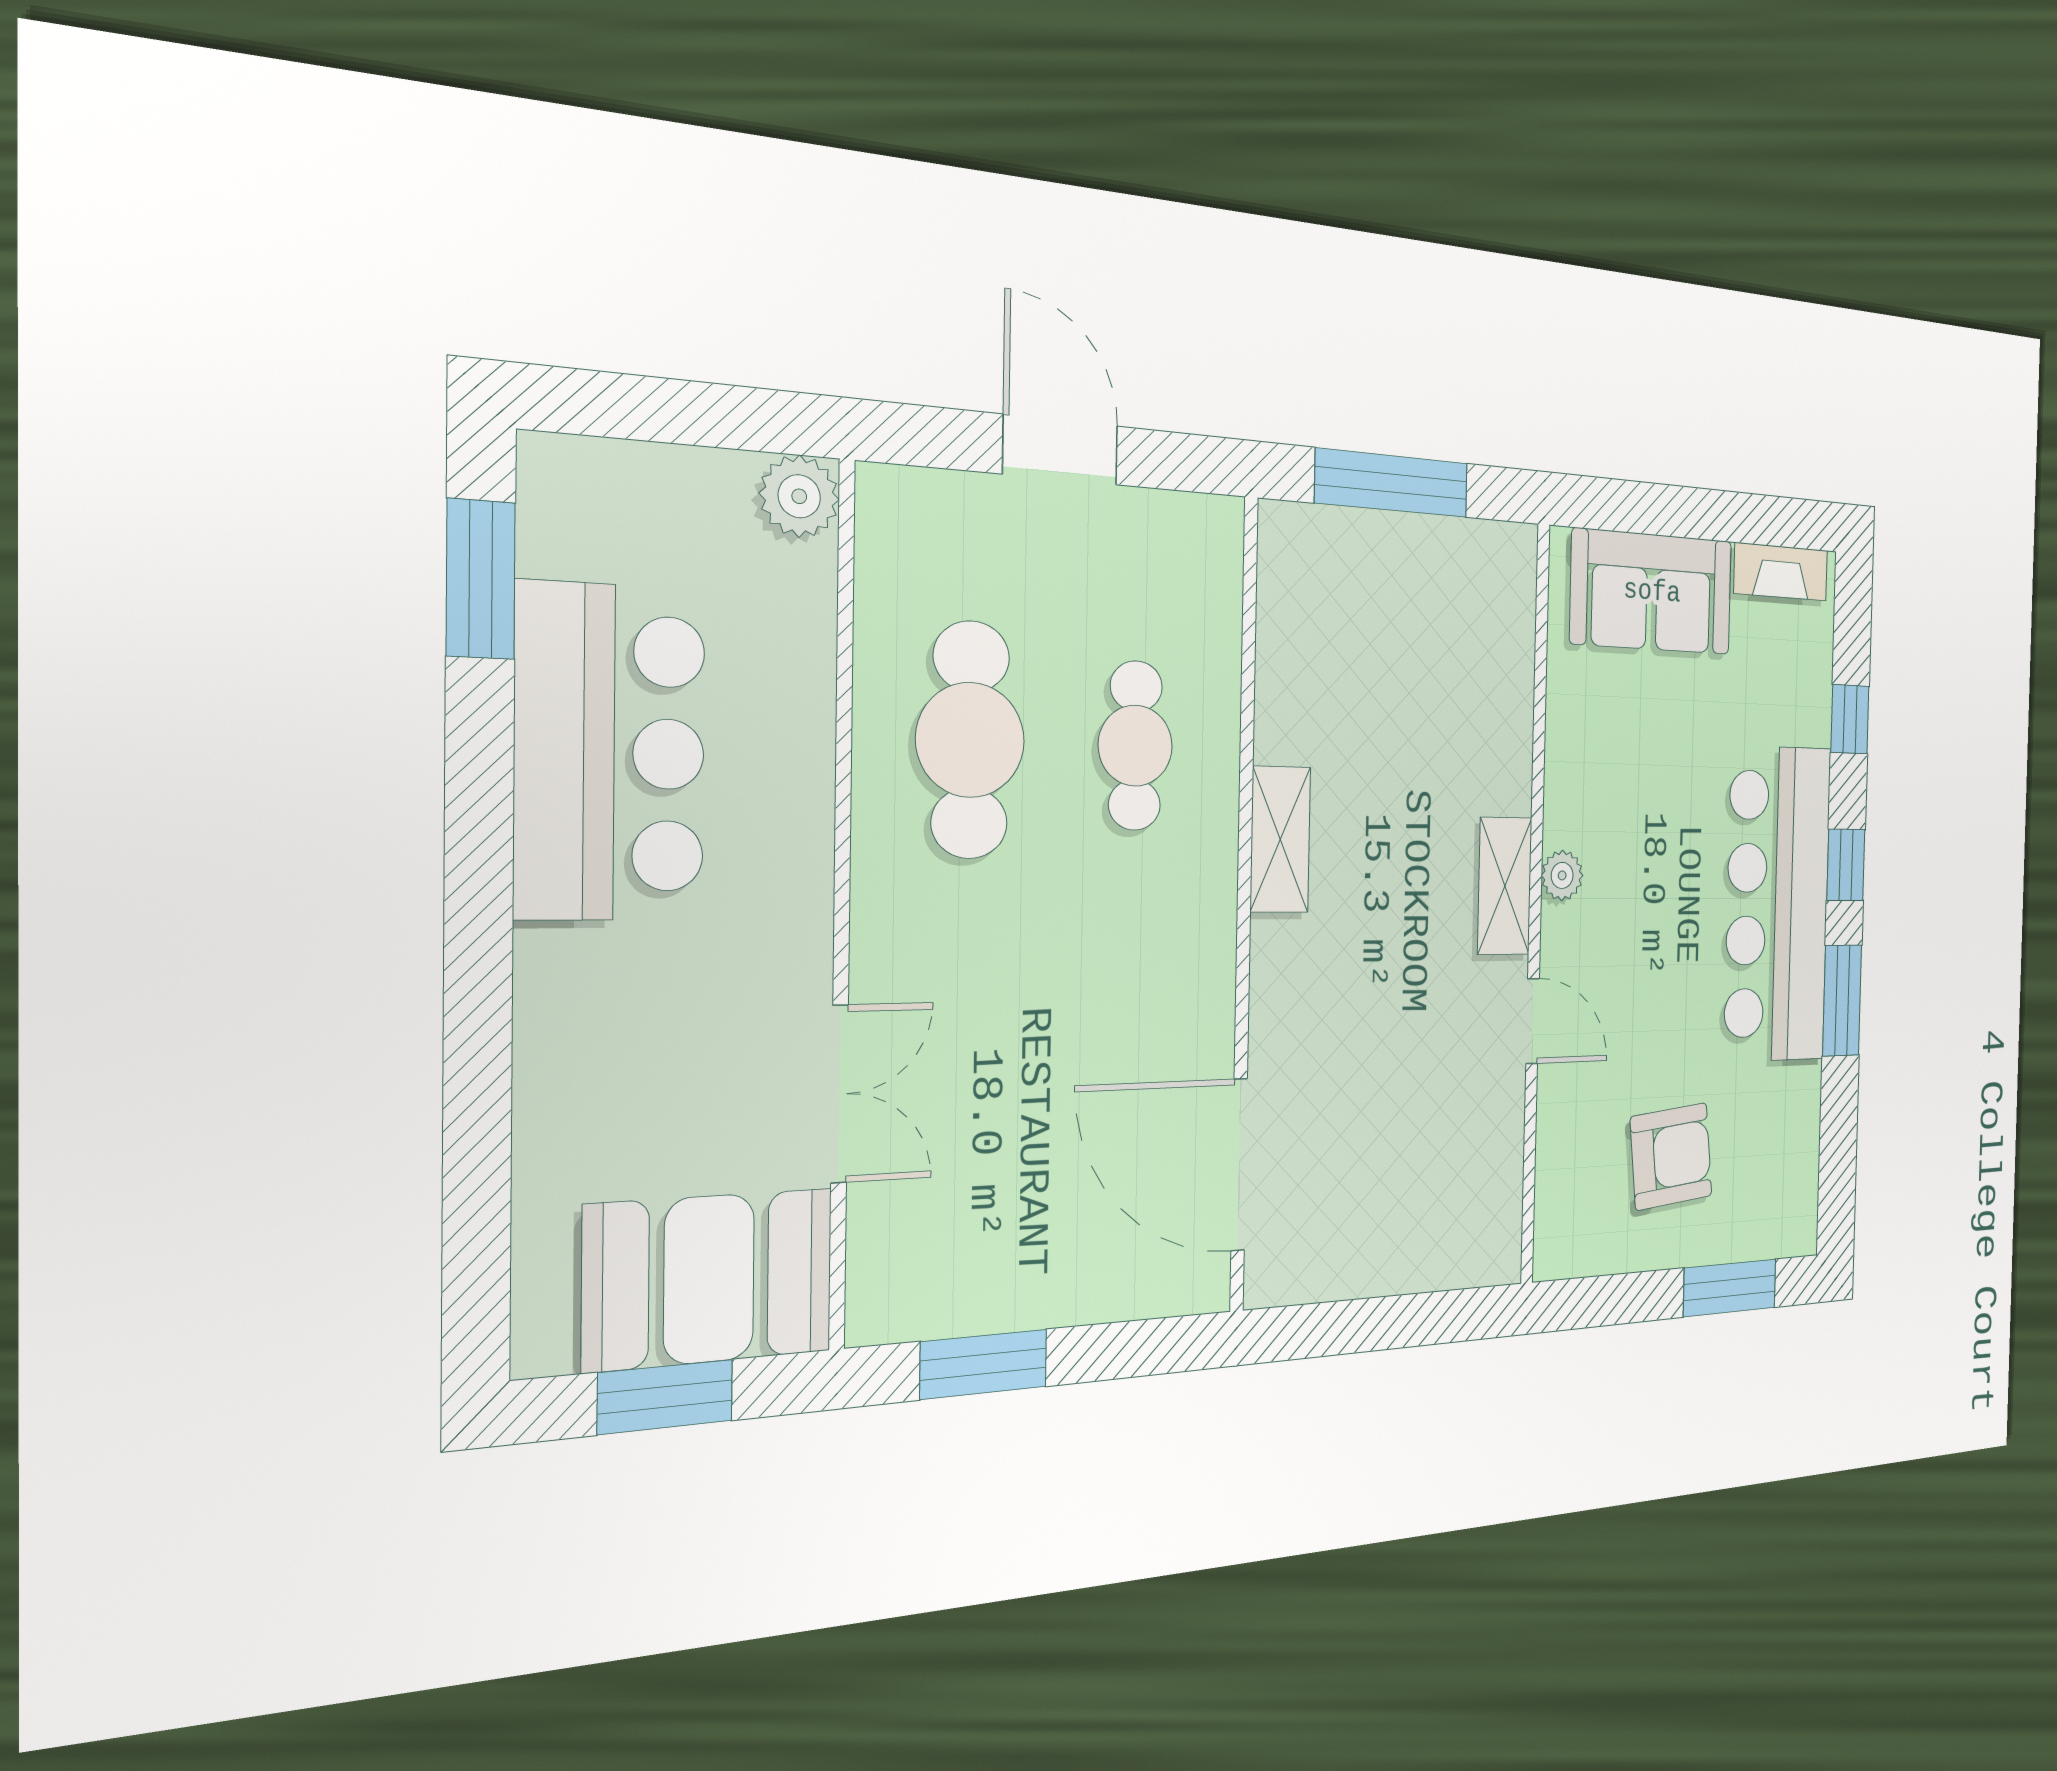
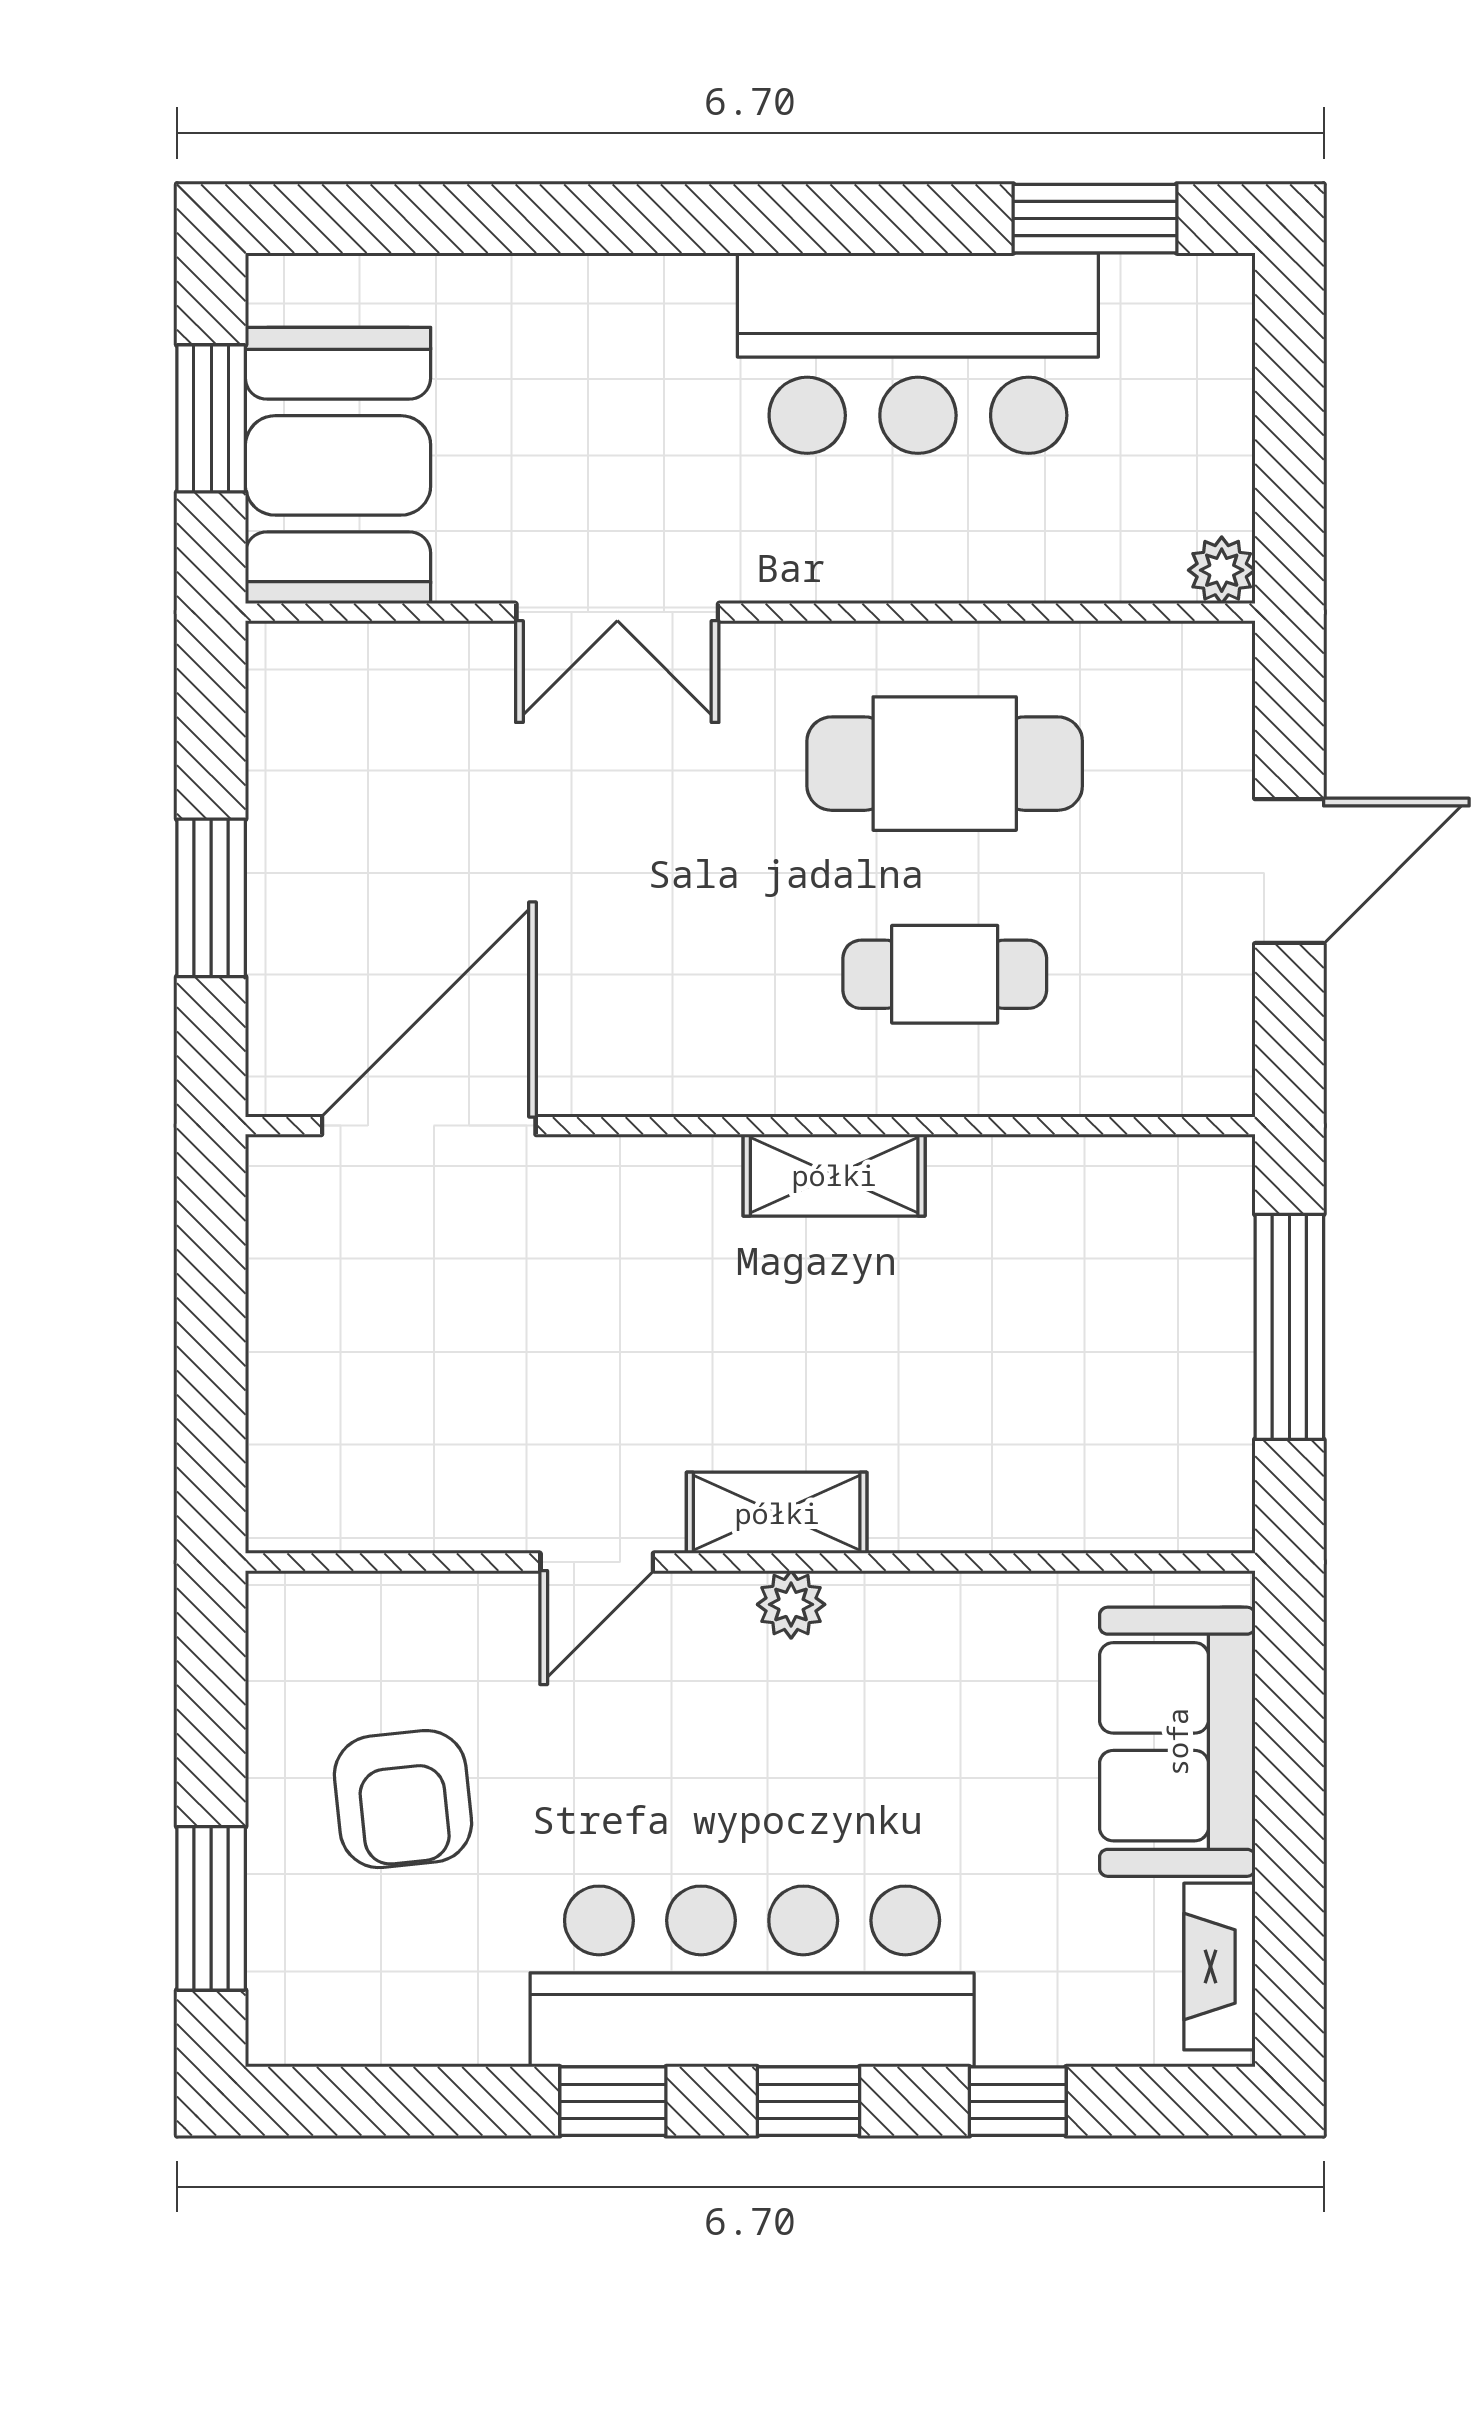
plant: (799, 496) -> (1222, 570), width x0.73, depth x0.73
window: (1842, 1000) -> (613, 2101), width x0.67
double door: (840, 1094) -> (617, 612), moved
window: (984, 1364) -> (211, 898), moved

